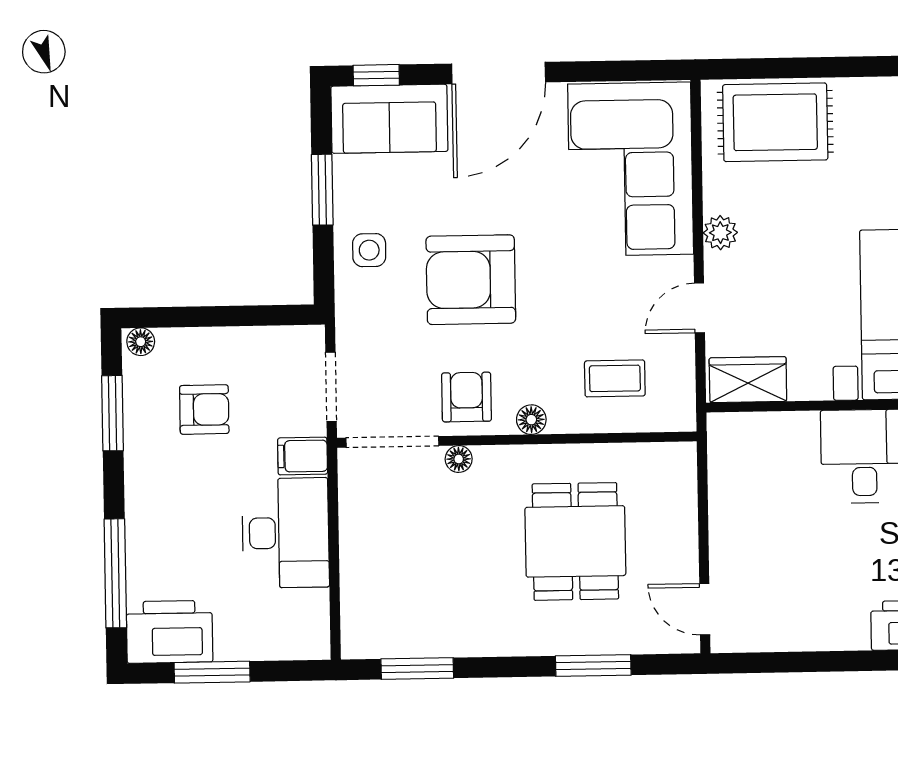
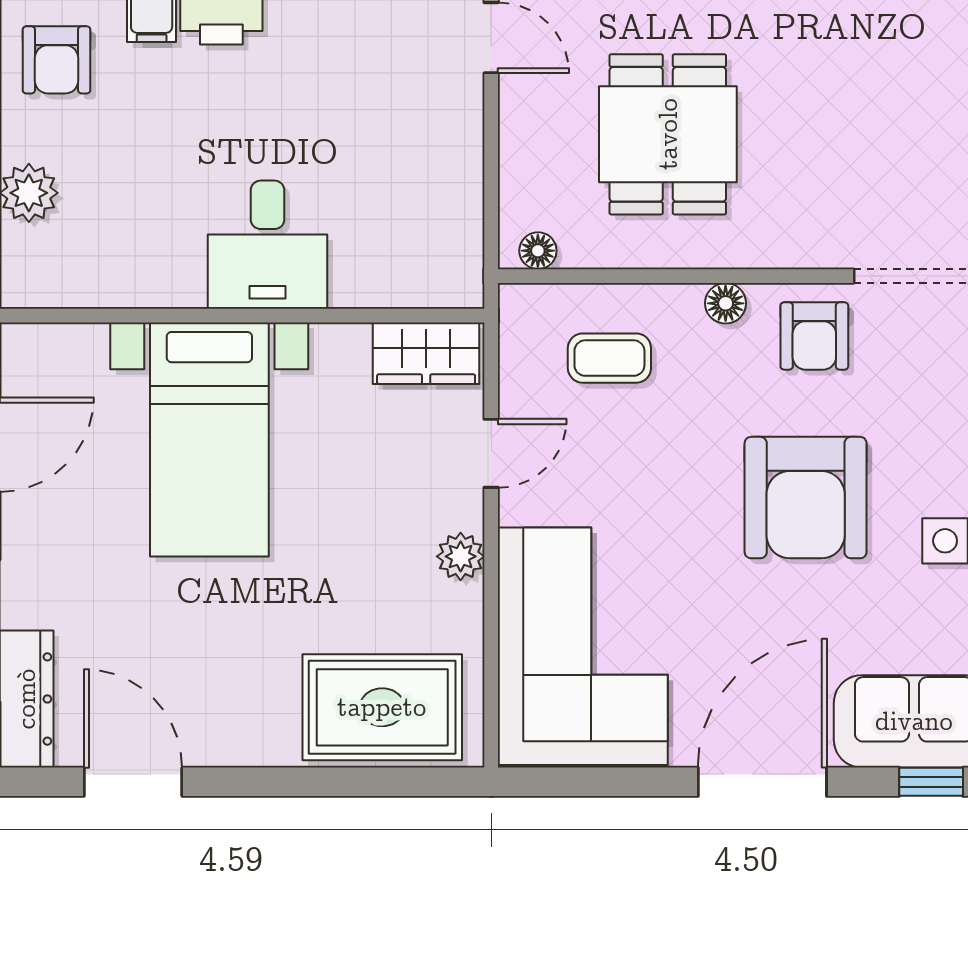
armchair: (471, 280) -> (806, 498), turned 90
floor lamp: (459, 459) -> (538, 251), moved

